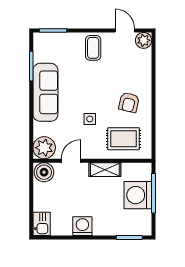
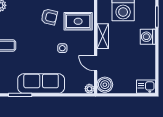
rug: (124, 139) -> (78, 21), turned 90
plant: (44, 148) -> (89, 89), width x0.53, depth x0.53
washing machine: (82, 226) -> (148, 37), moved

